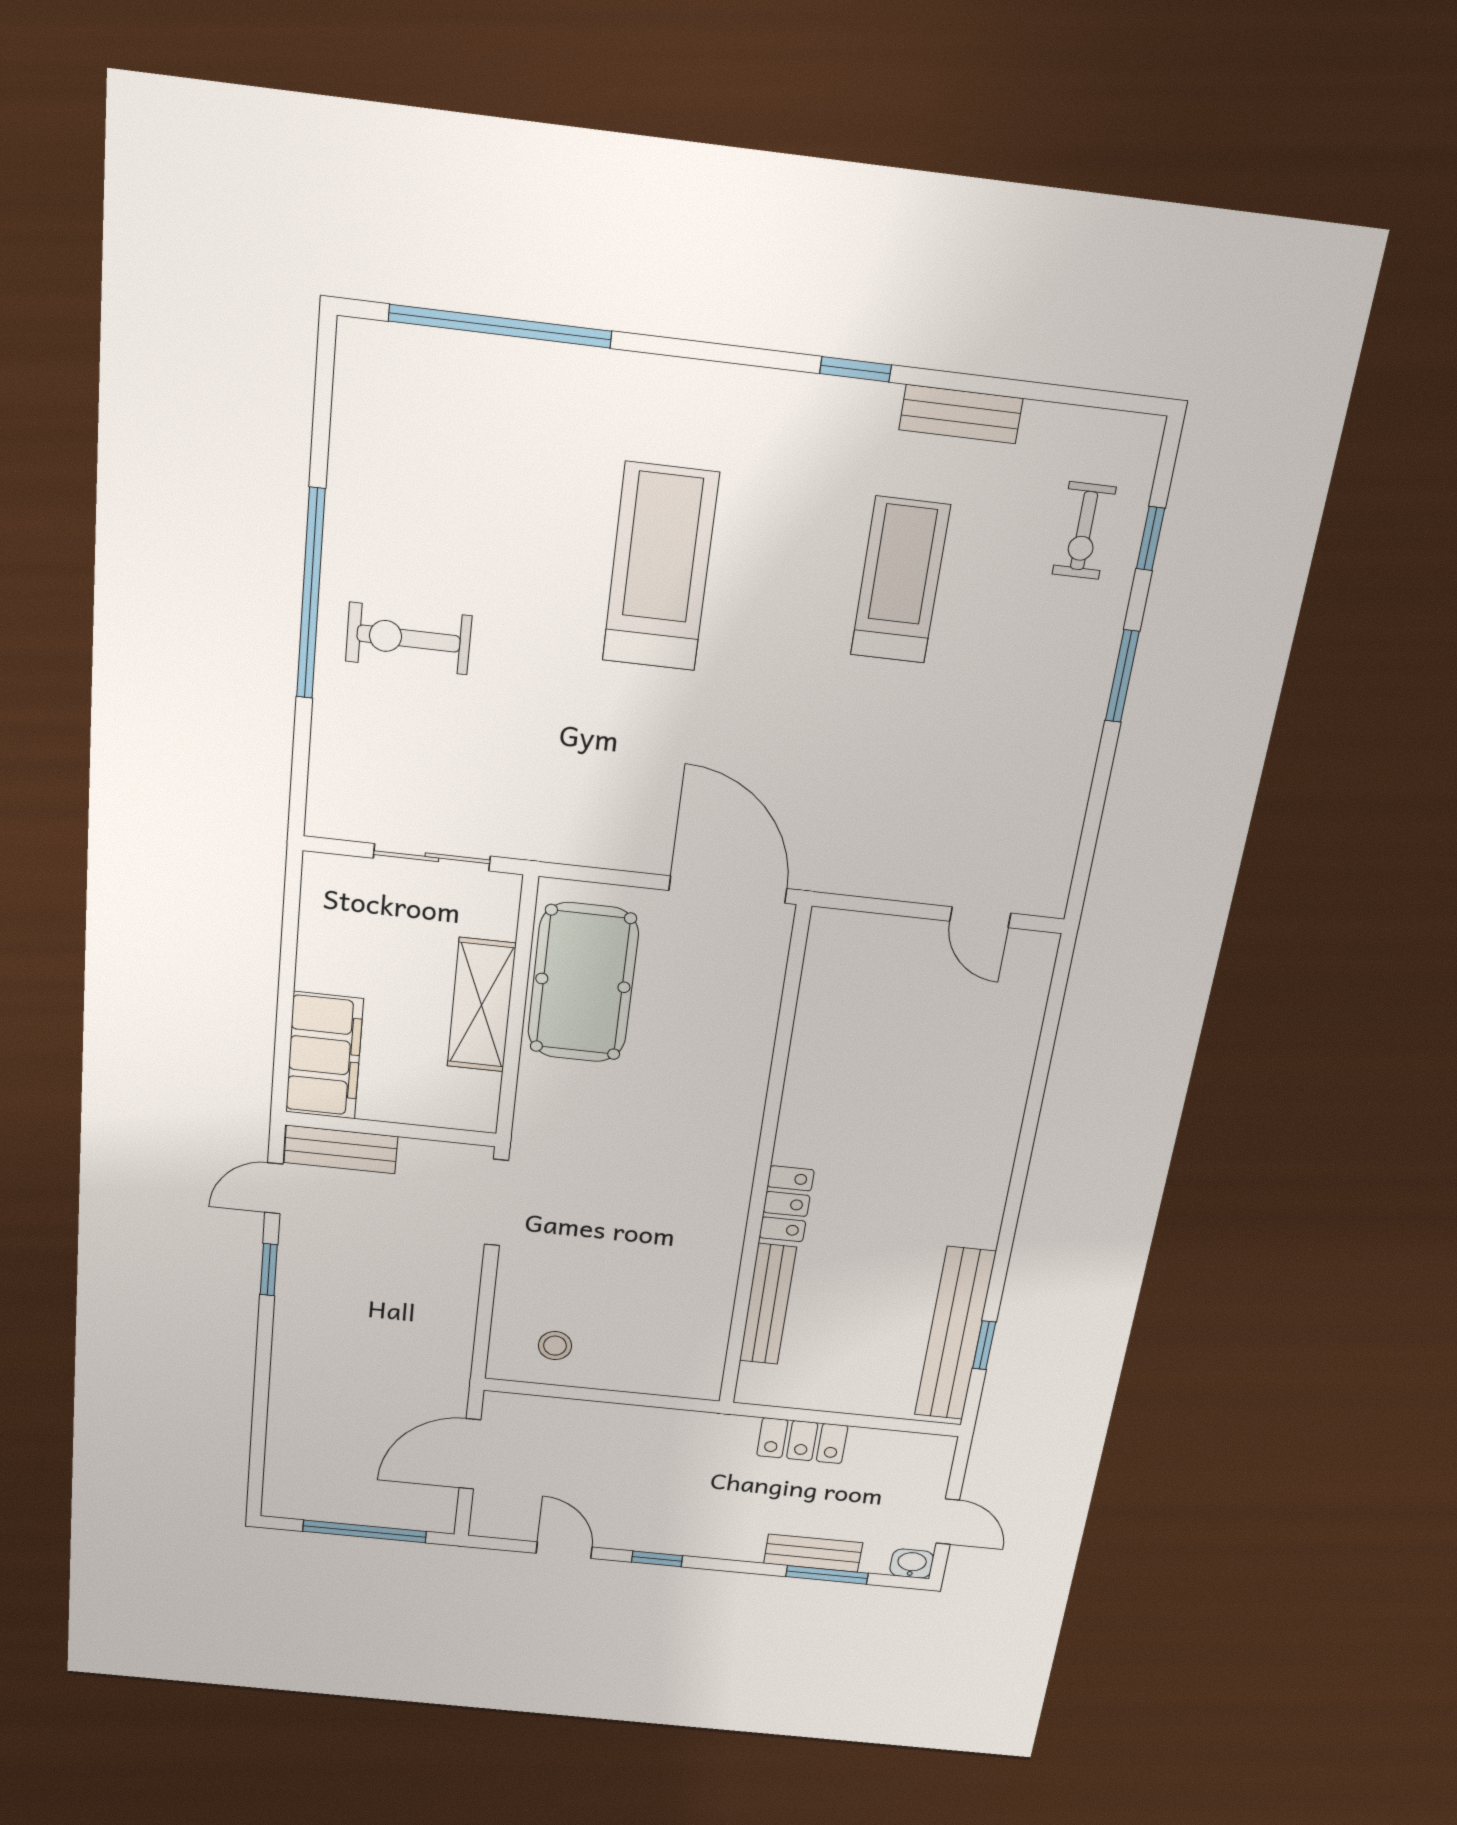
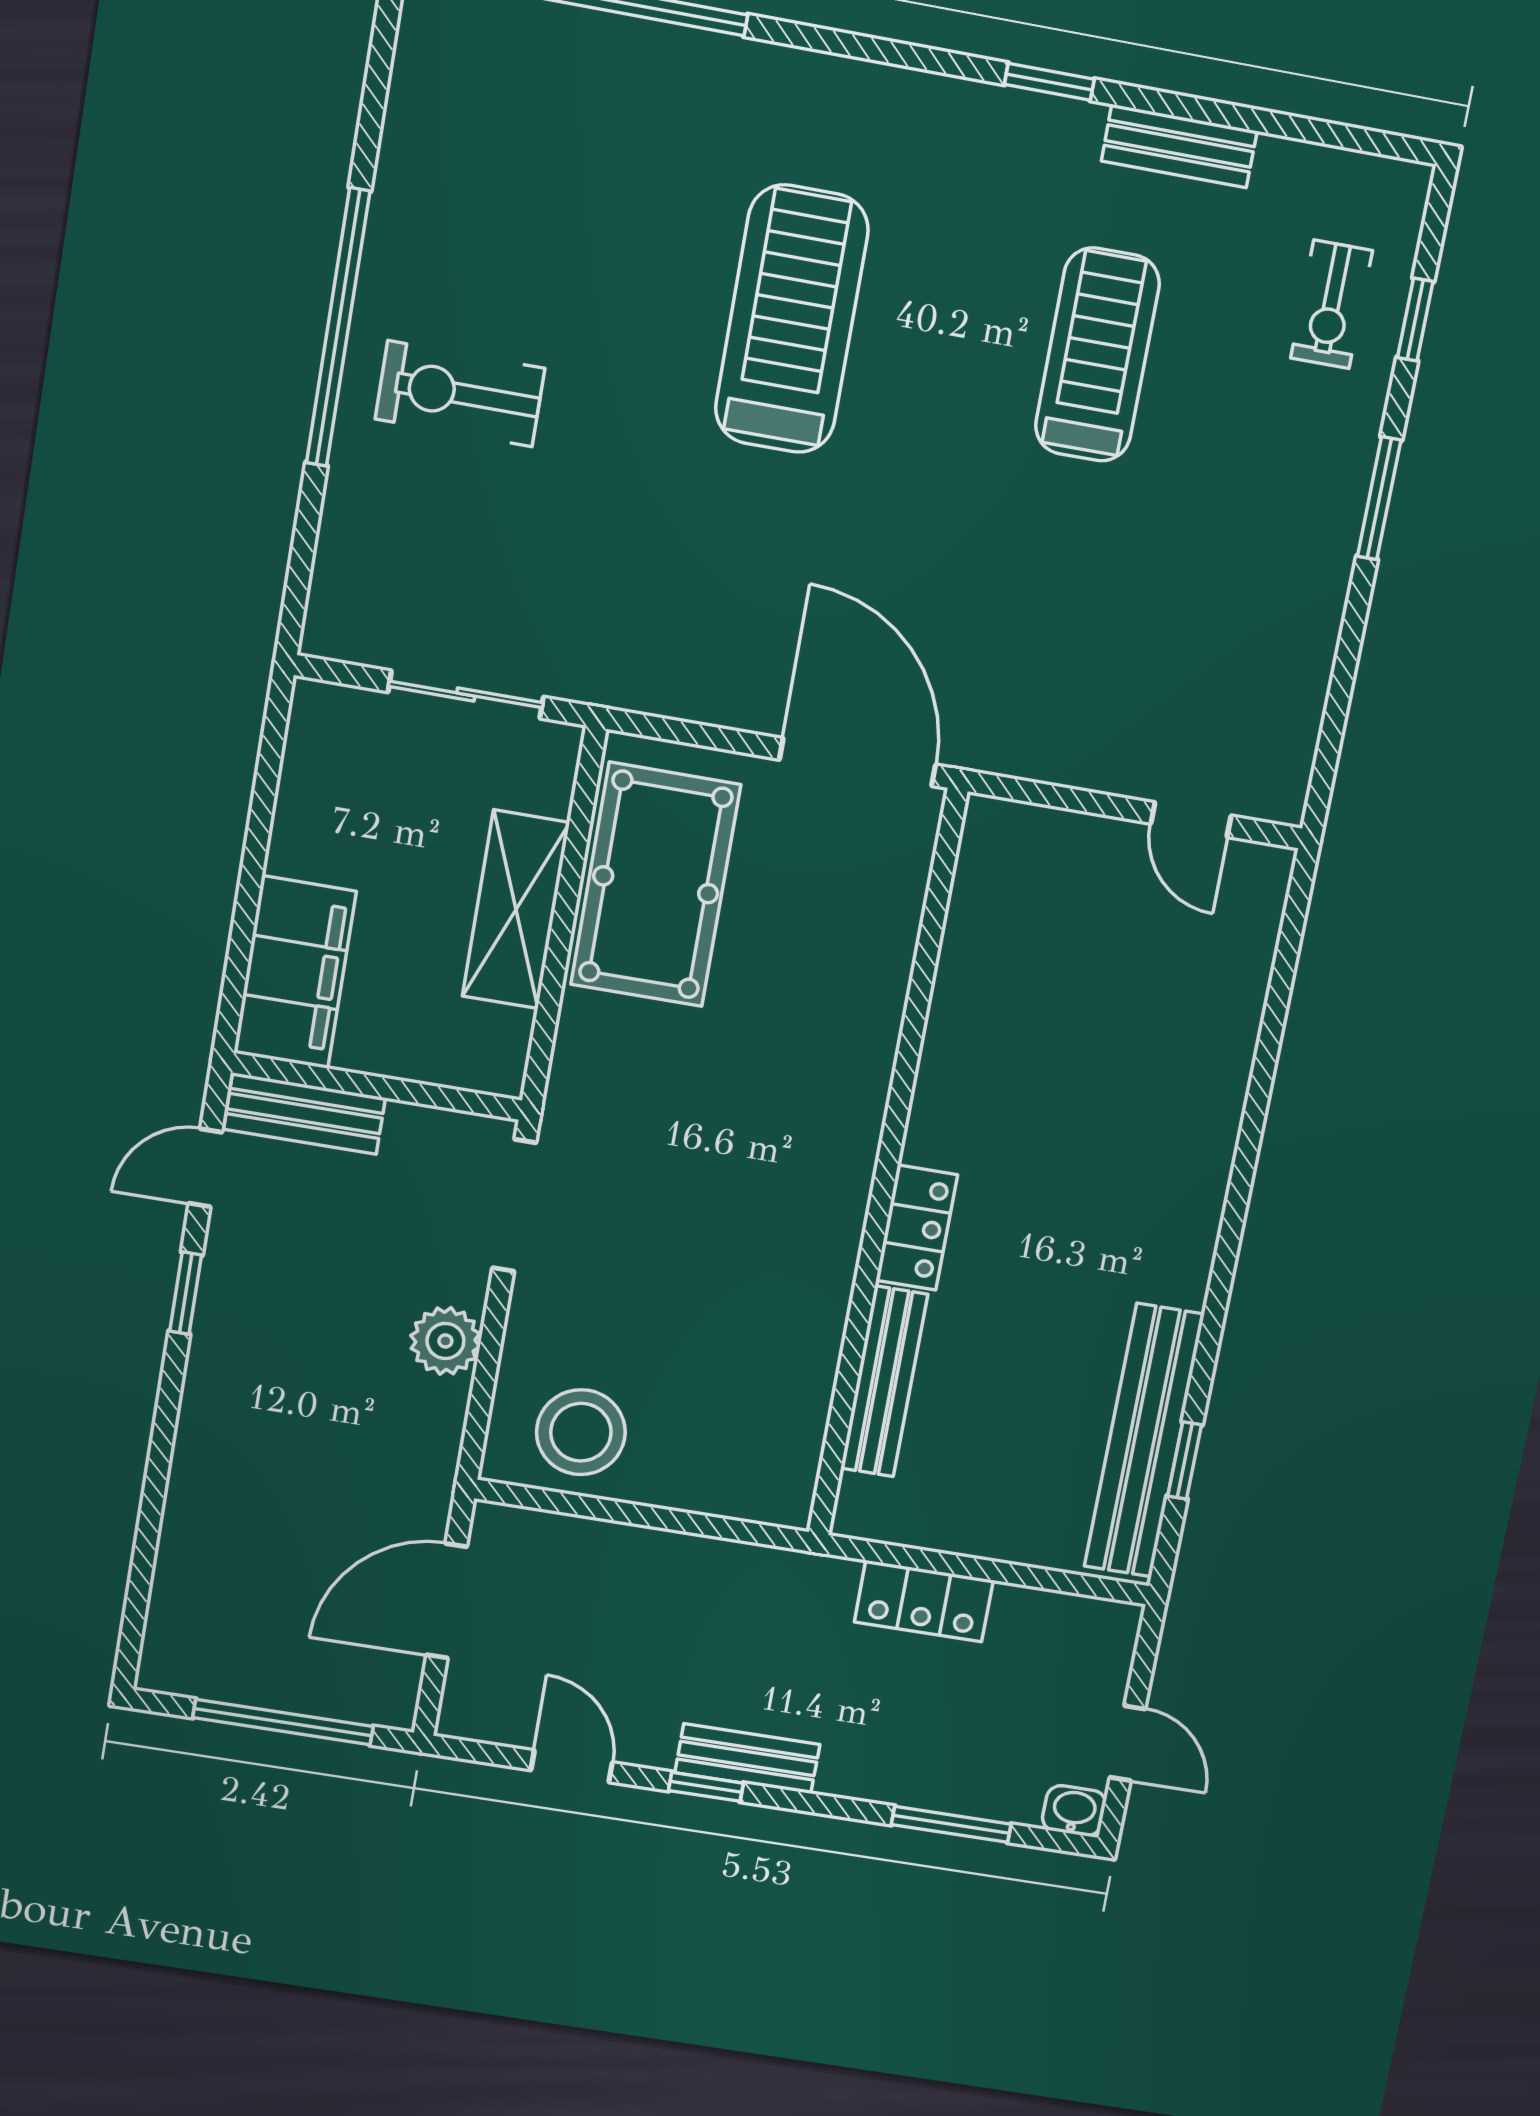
plant: (455, 1292) -> (445, 1341), added
stool: (555, 1346) -> (581, 1432), width x1.89, depth x1.89
bench: (813, 1553) -> (747, 1759), moved

